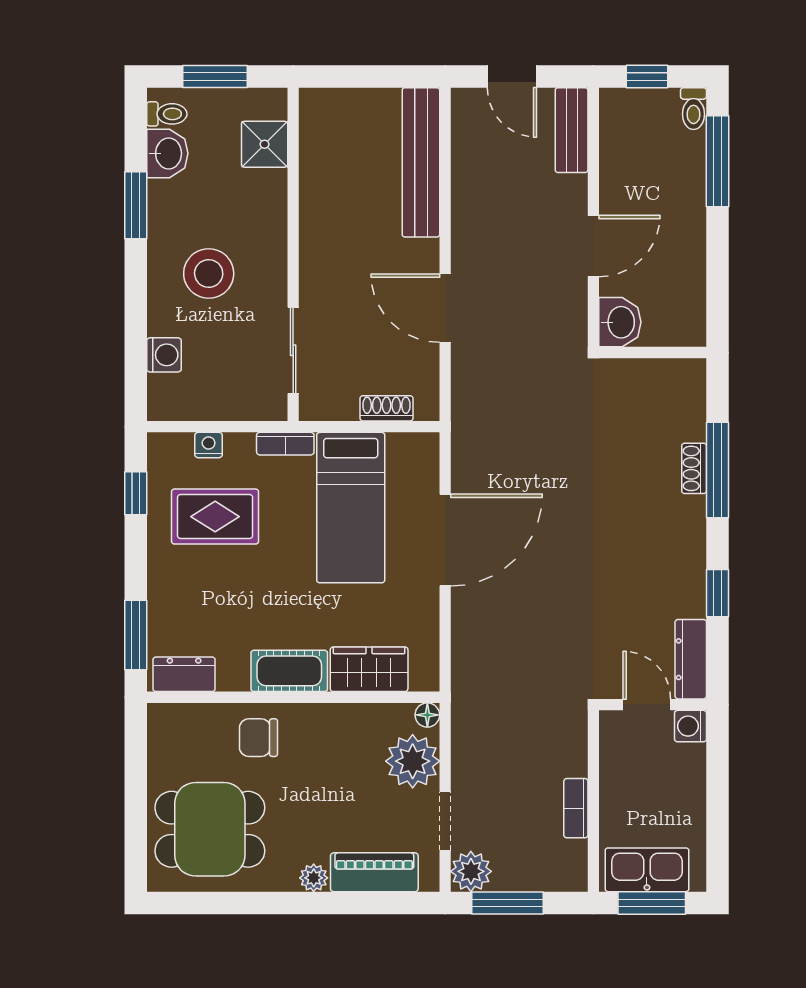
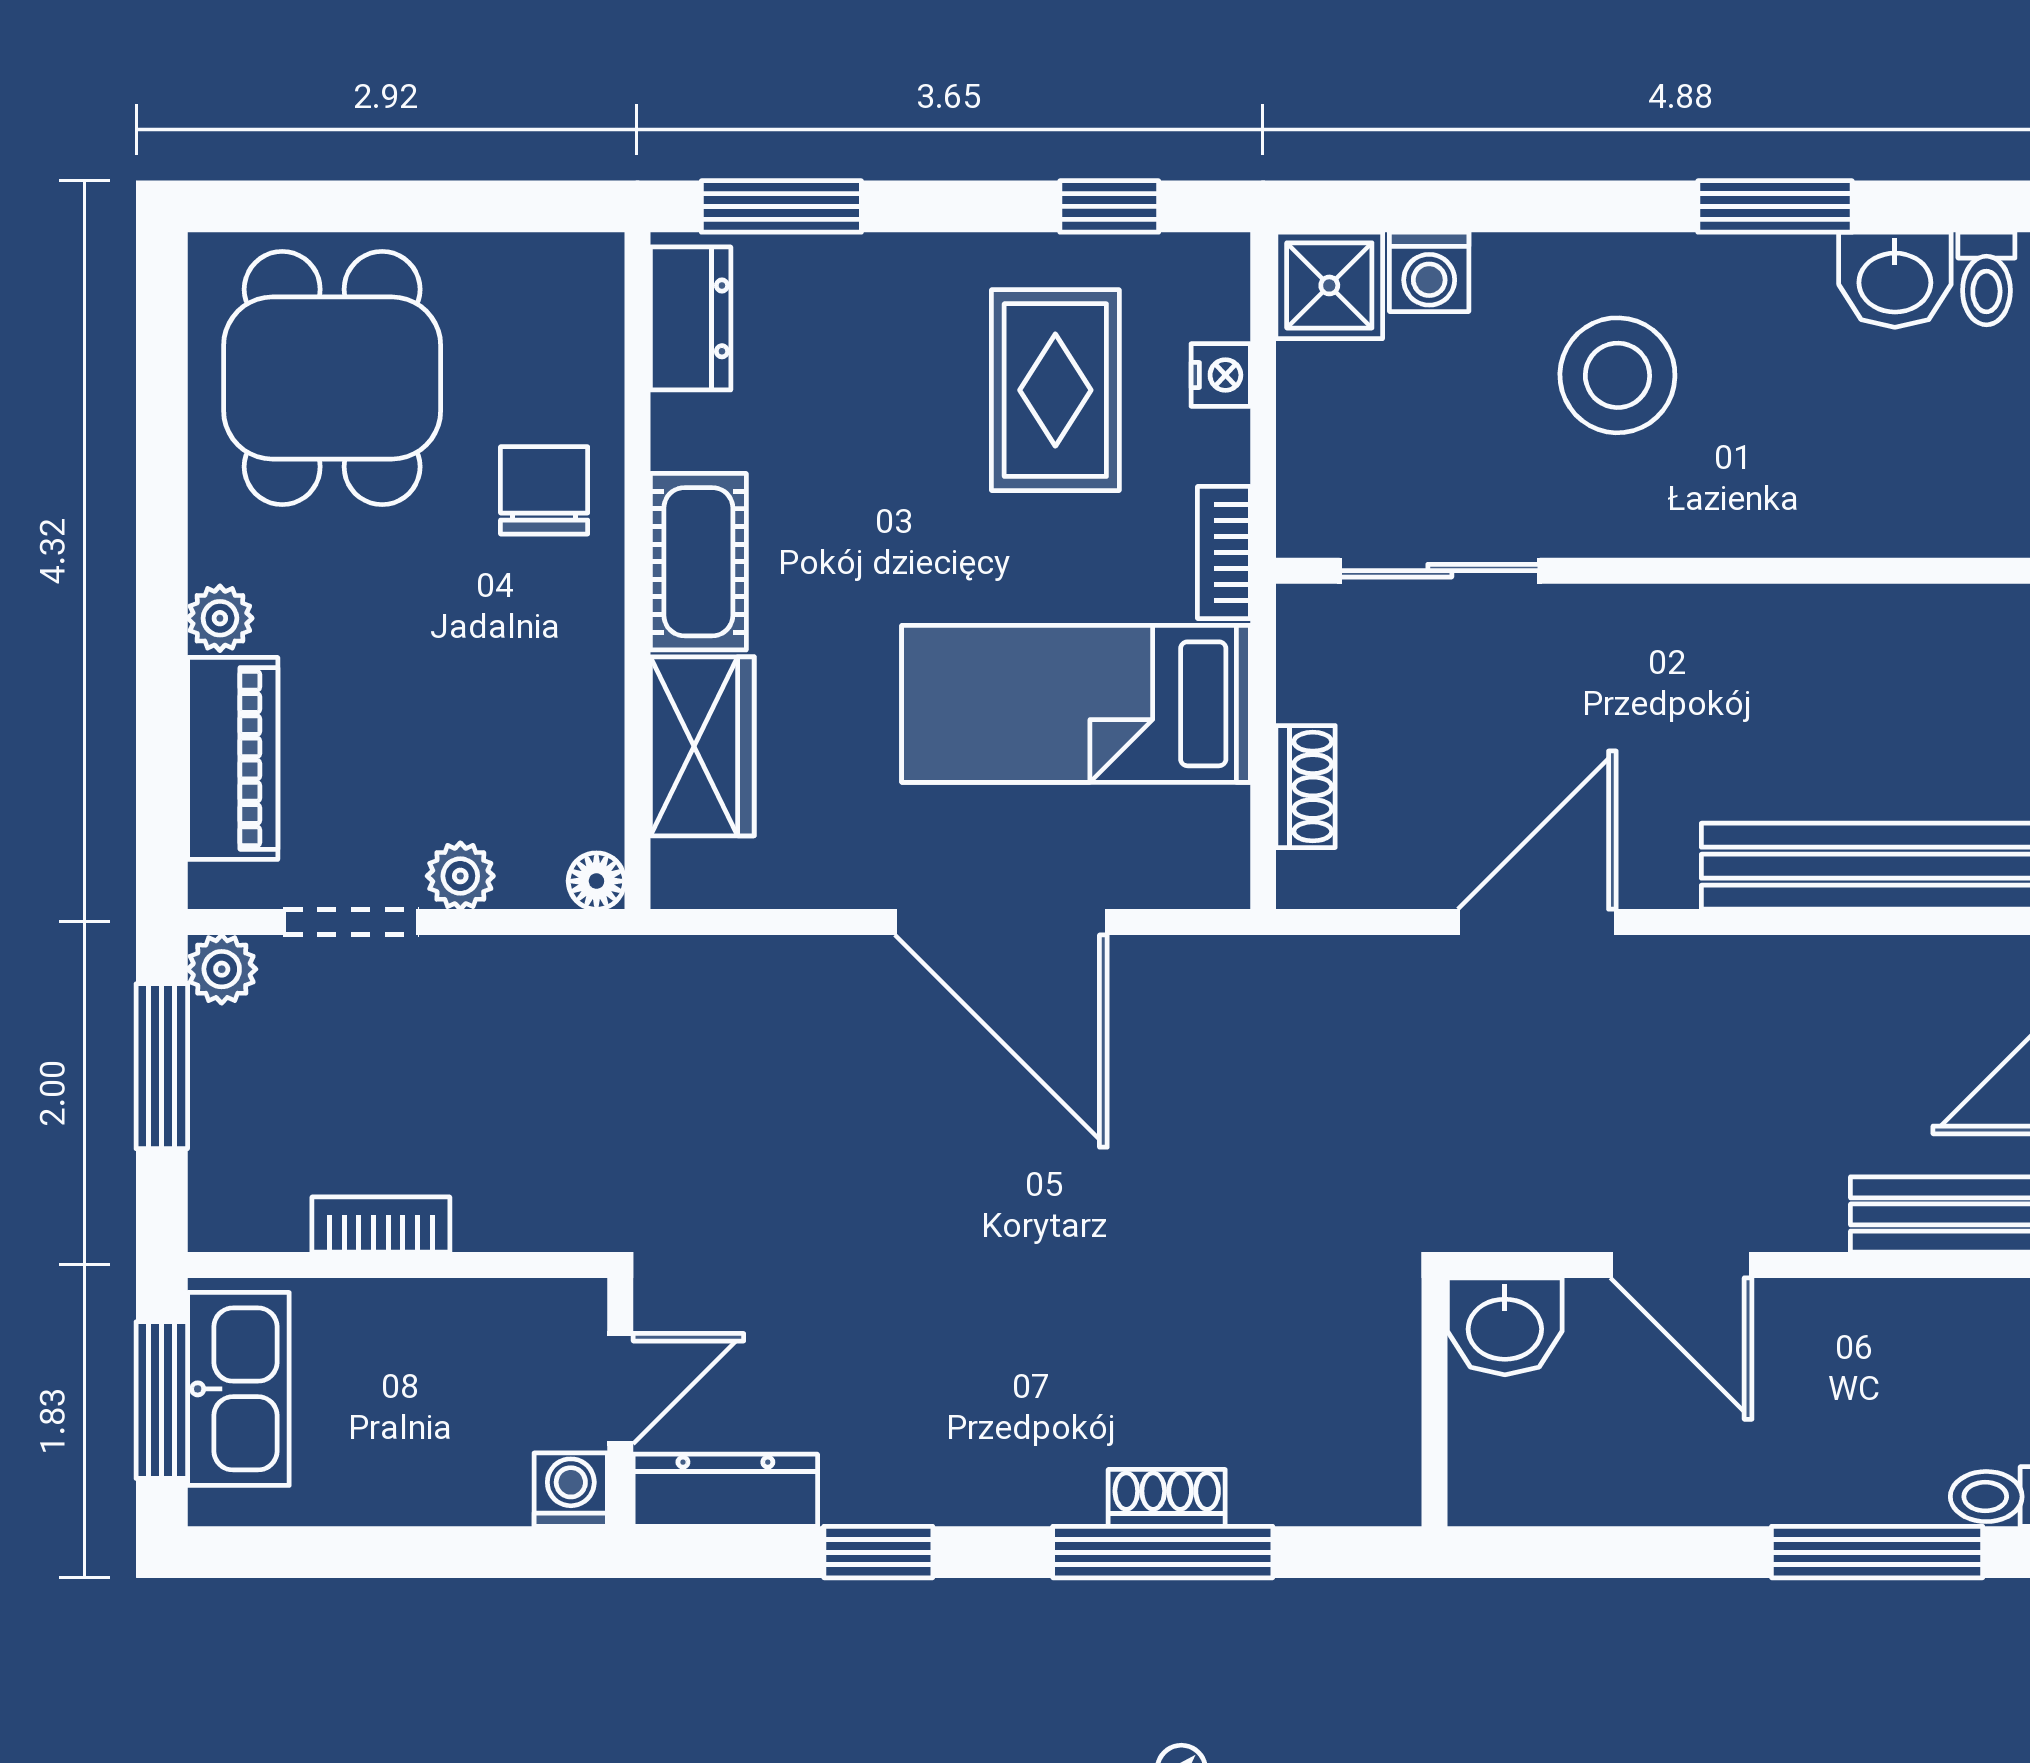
shower: (265, 144) -> (1329, 285), moved
plant: (413, 761) -> (460, 876), width x0.53, depth x0.53
plant: (471, 871) -> (222, 969), width x0.73, depth x0.73

